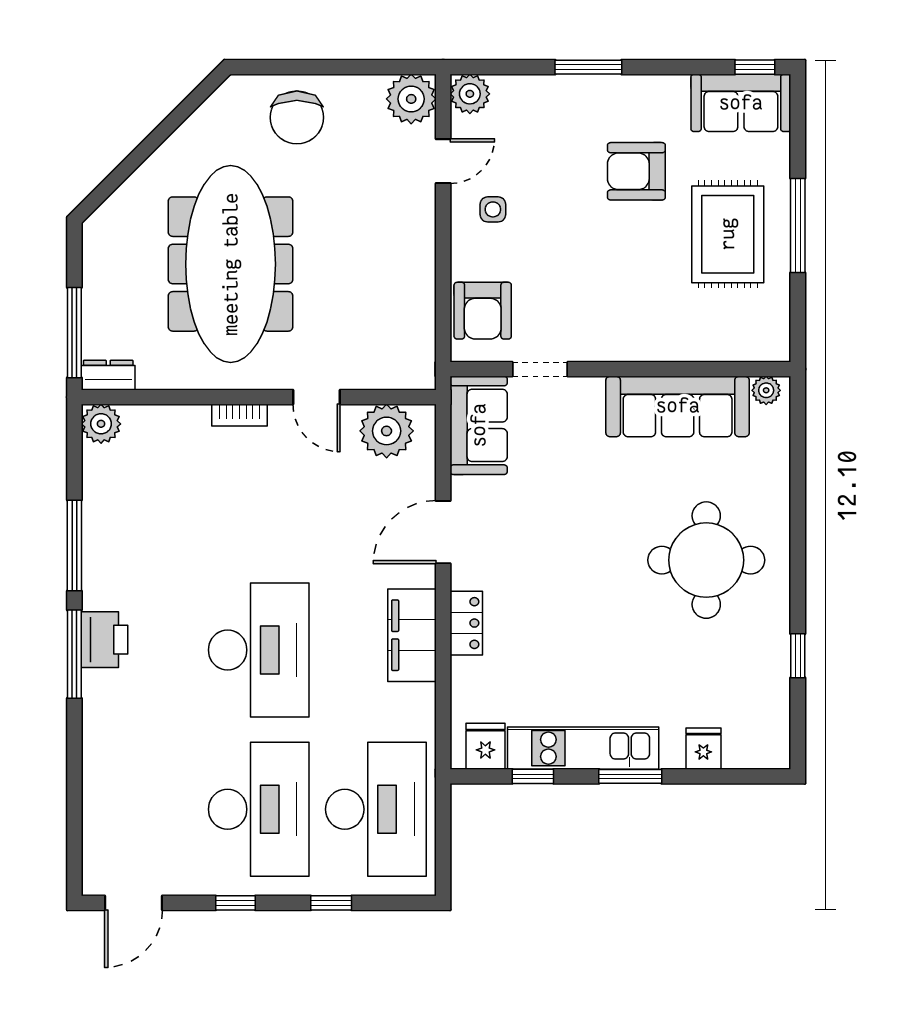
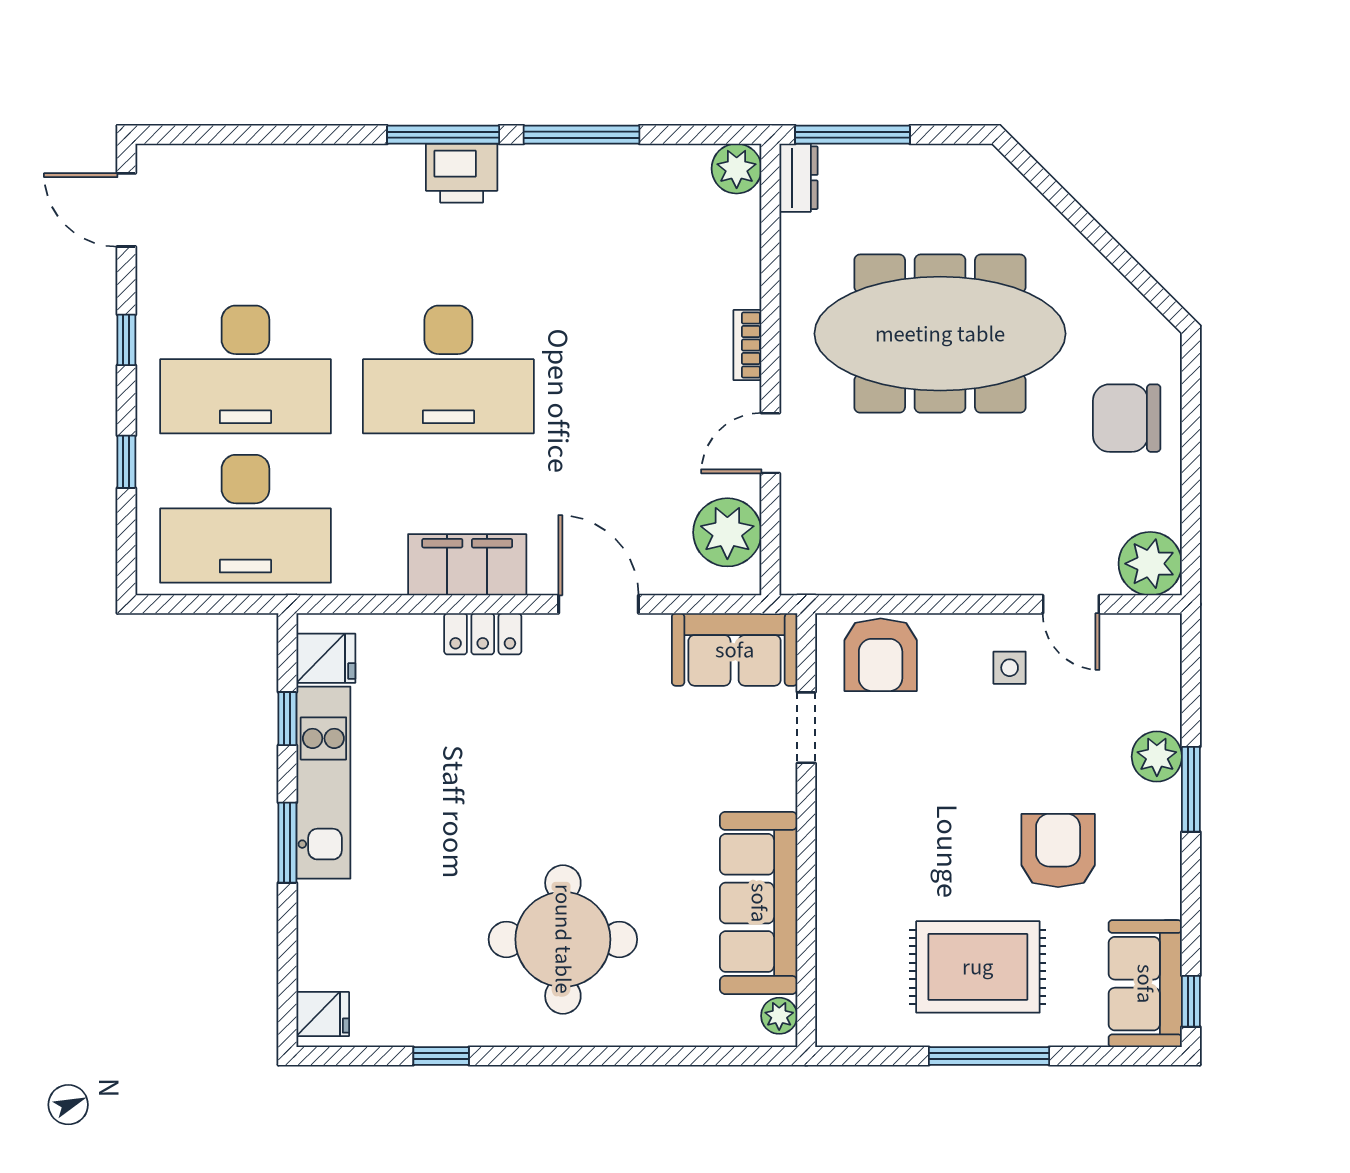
plant: (470, 94) -> (1157, 757), moved
armchair: (483, 311) -> (881, 655), turned -90
fridge: (703, 749) -> (323, 1014), moved

